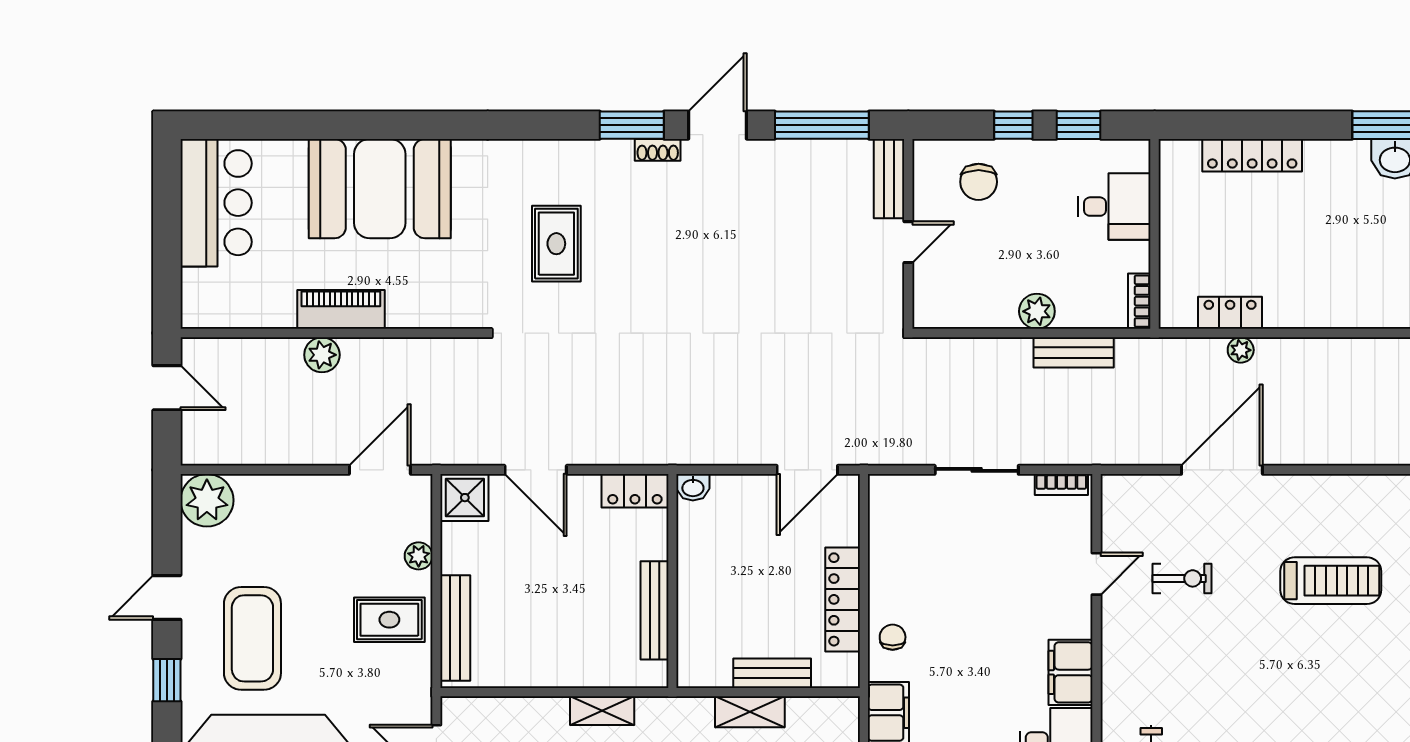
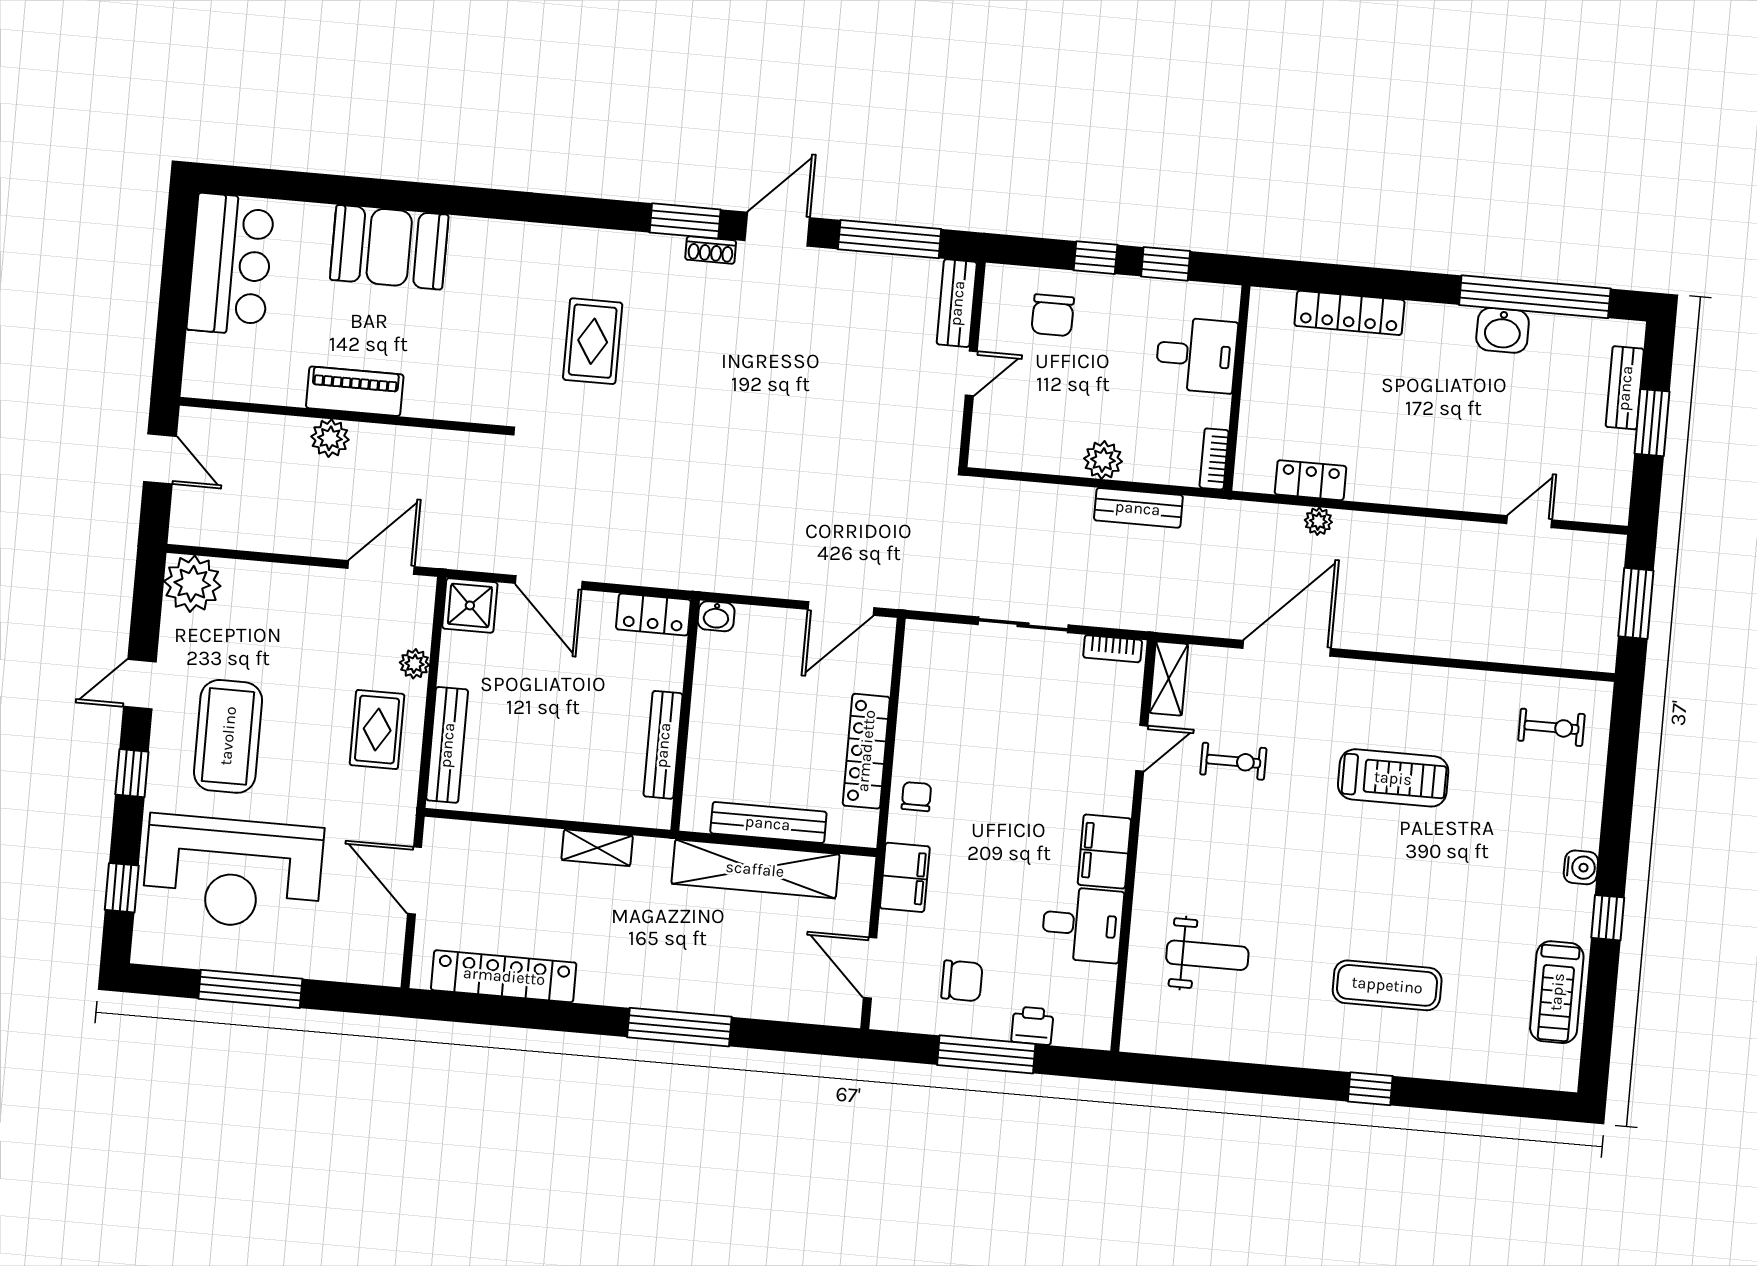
booth: (380, 189) -> (389, 247), width x0.73, depth x0.70
shelving: (1116, 507) -> (1169, 678), added
rug: (389, 620) -> (377, 730), turned 90
bench: (772, 673) -> (768, 823), width x1.36
shelving: (750, 712) -> (755, 869), width x2.20, depth x1.33

